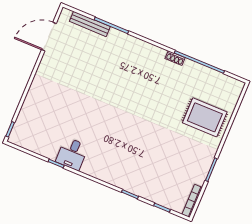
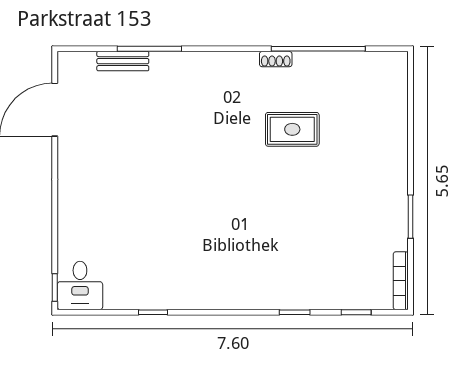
bench: (90, 24) -> (123, 61), width x0.73
rug: (205, 117) -> (292, 129), moved, width x0.73, depth x0.70
desk: (72, 154) -> (80, 285), moved

